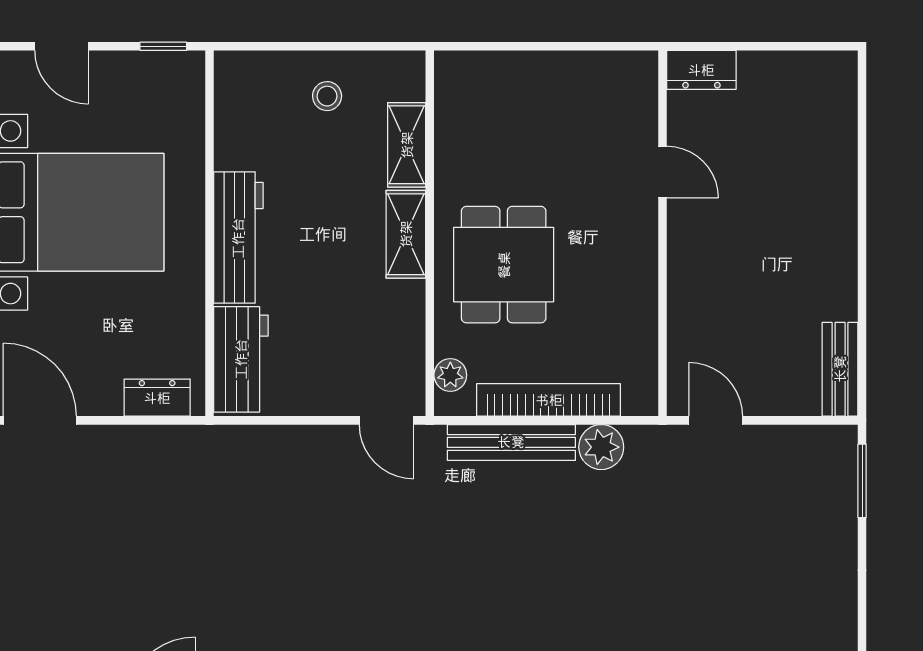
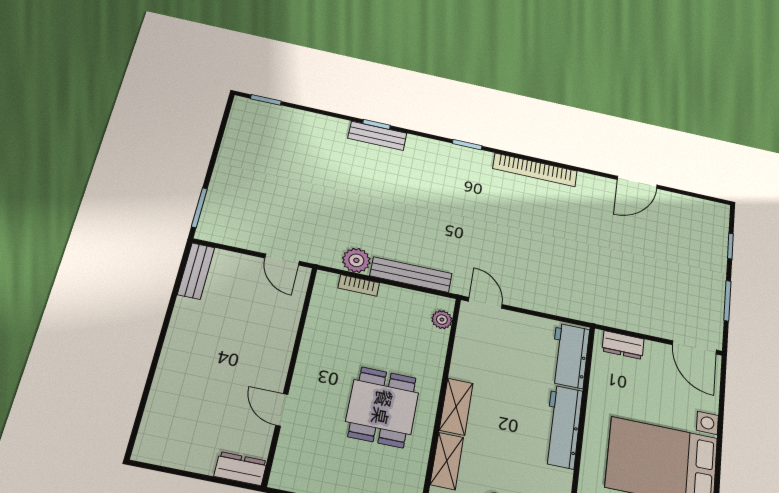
dining table: (504, 265) -> (382, 407), moved
bookcase: (549, 400) -> (359, 285), width x0.43, depth x0.76

